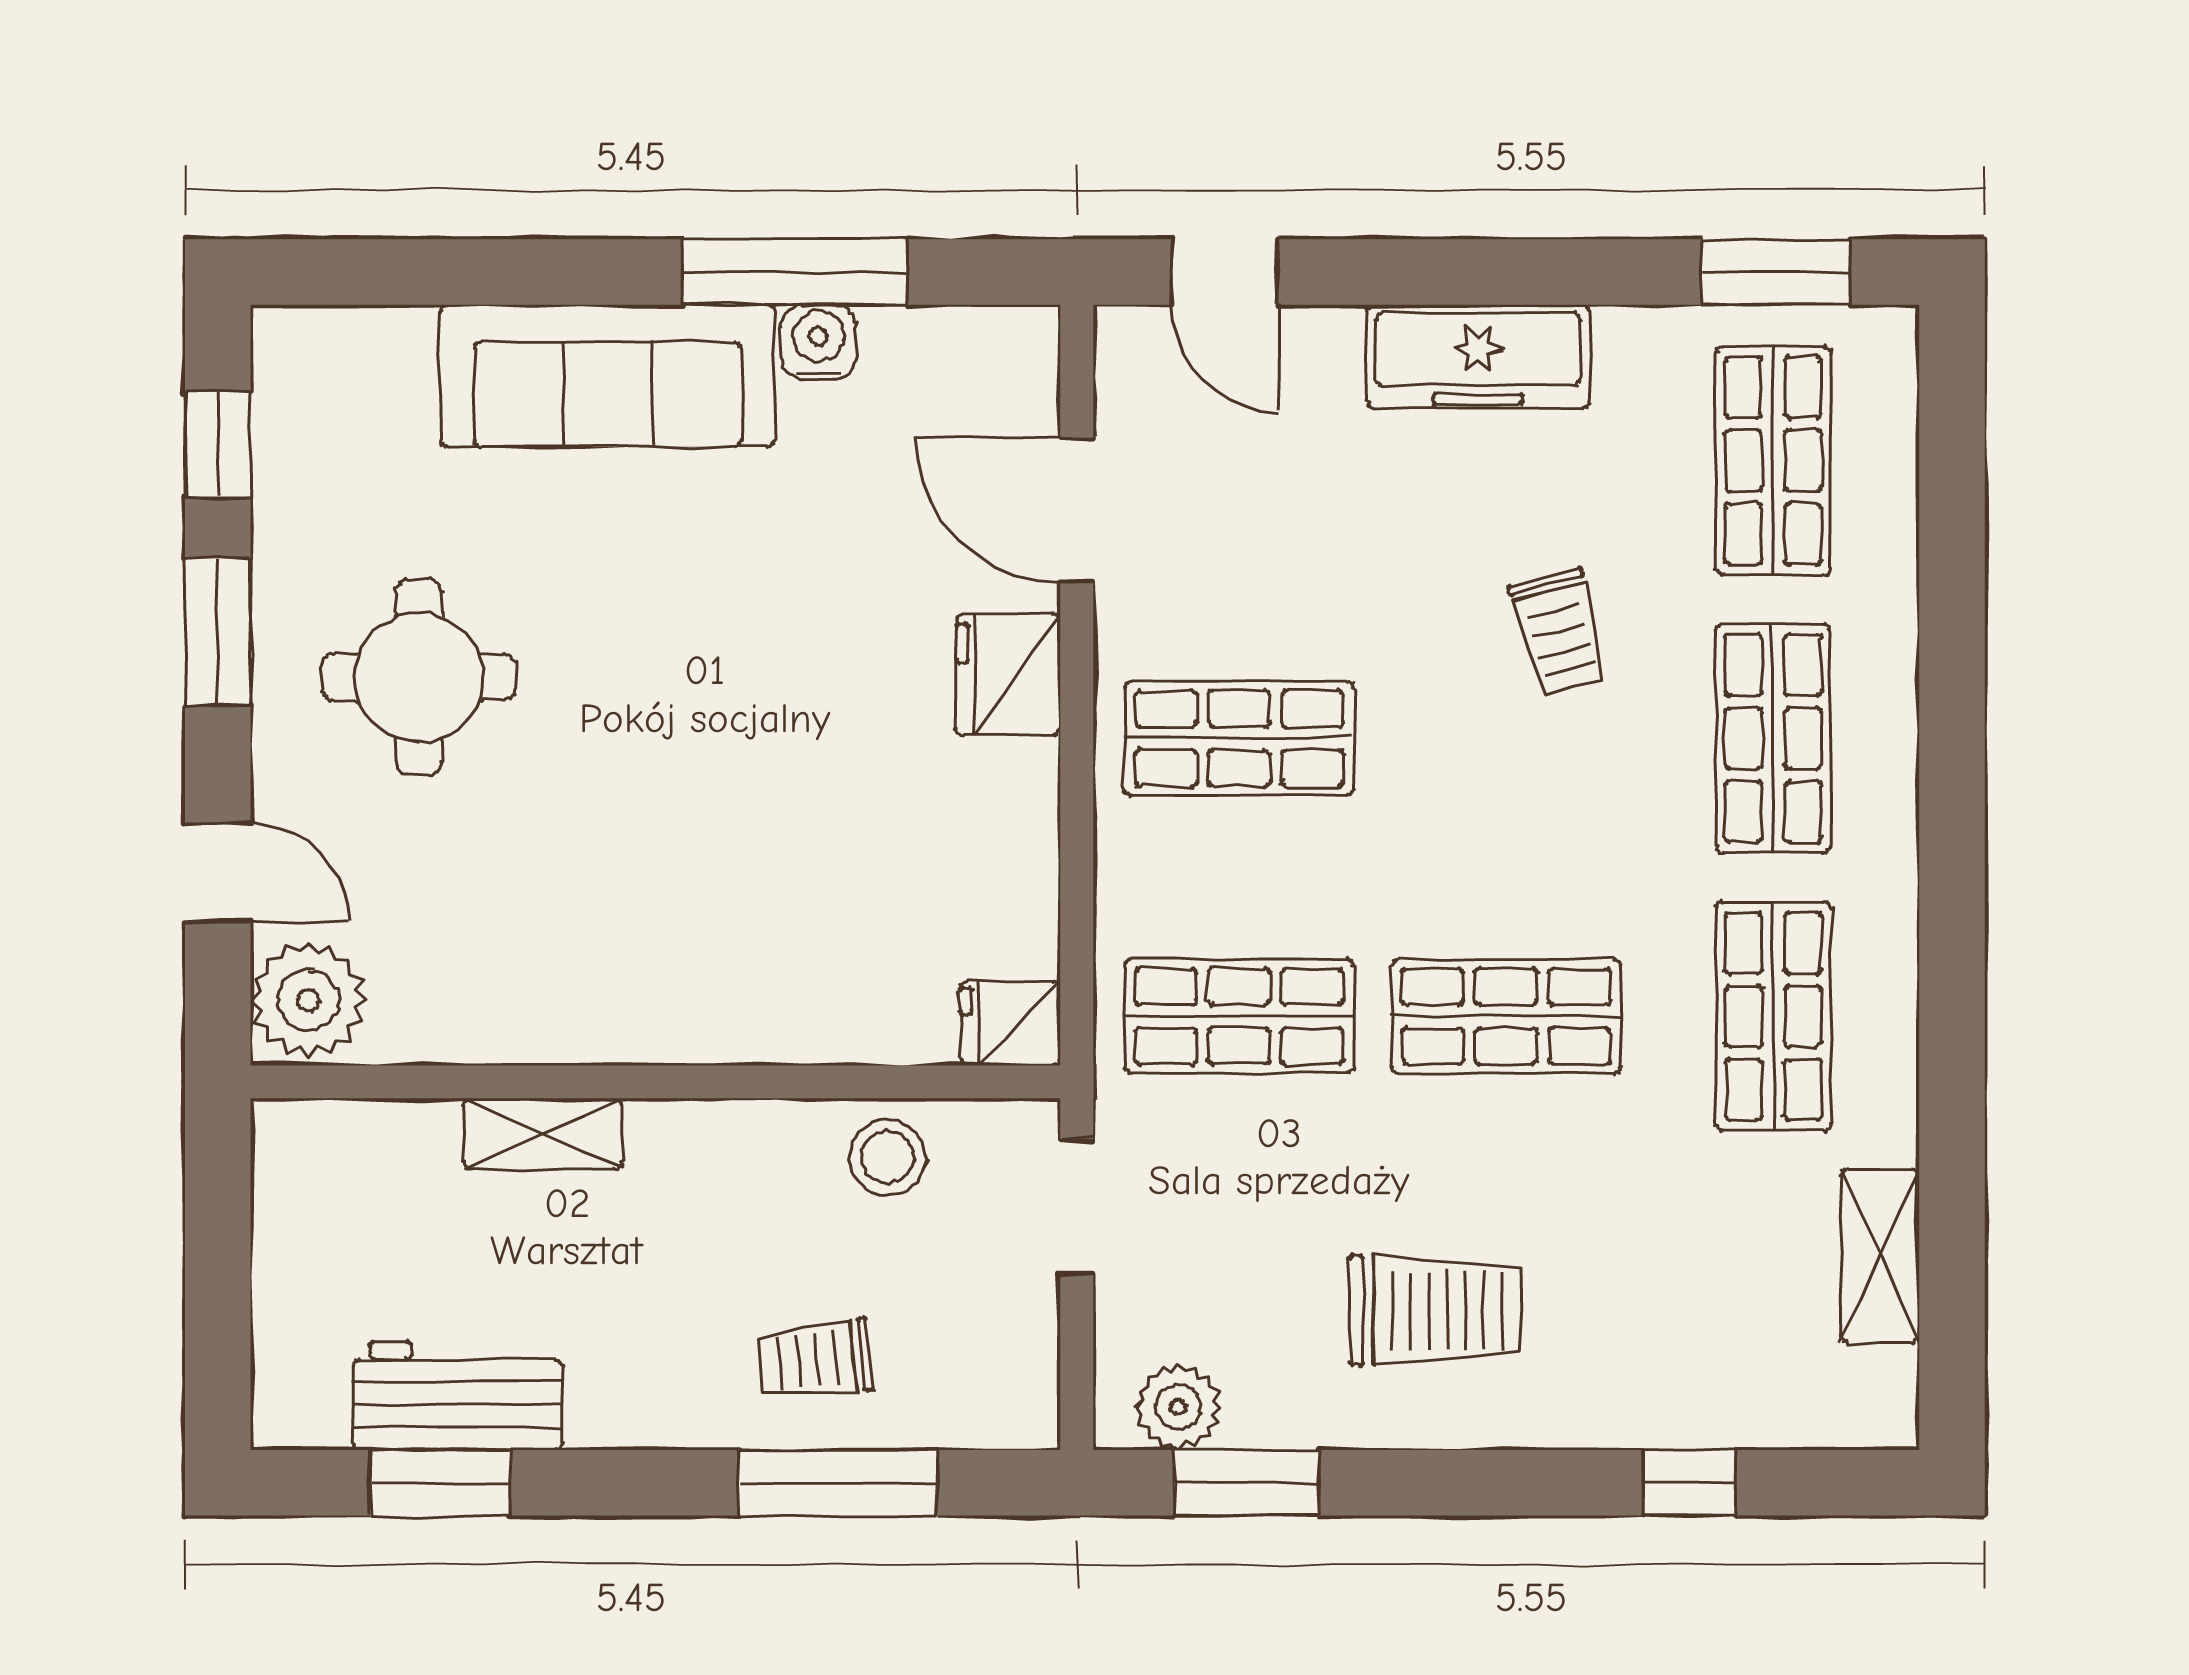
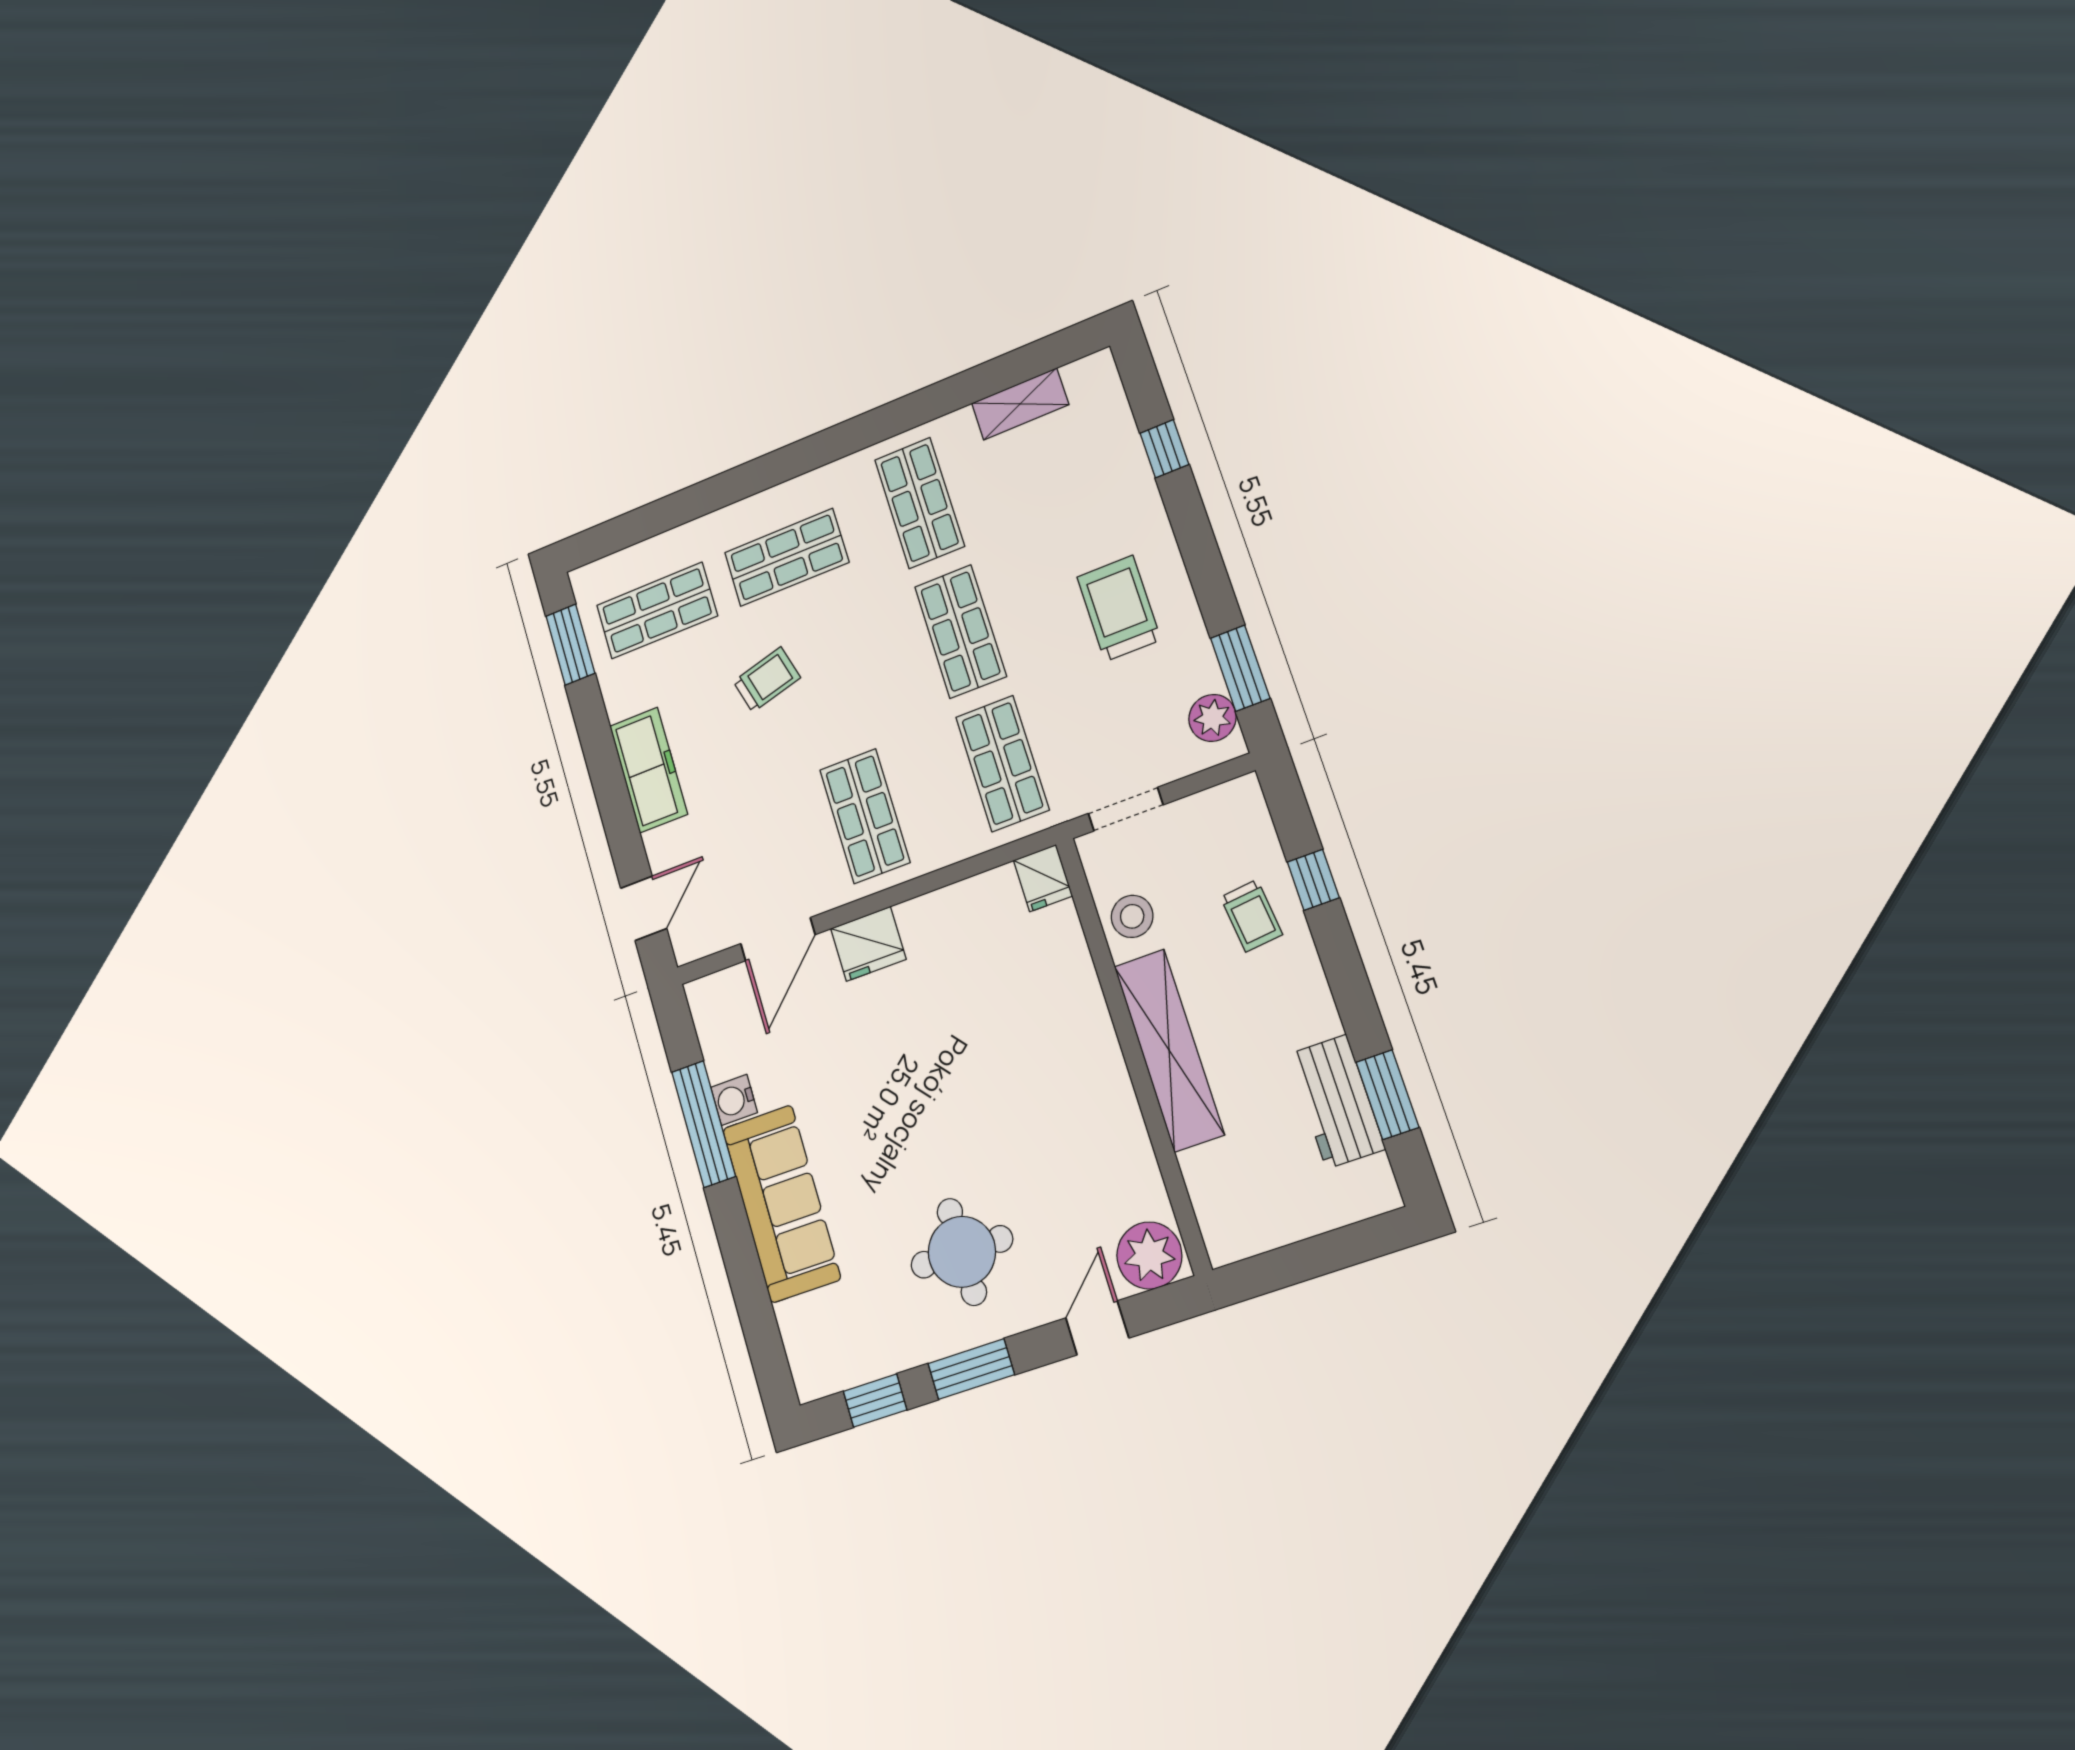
shop shelf: (1773, 1016) -> (920, 503), turned 90
shelving: (543, 1134) -> (1169, 1050), width x2.20, depth x1.33
window: (838, 1483) -> (1313, 880), width x0.46

